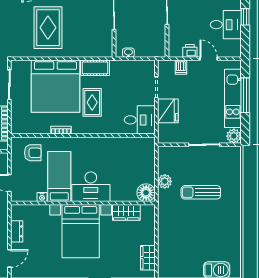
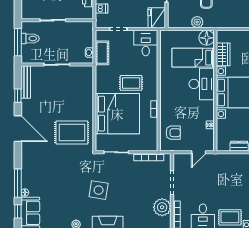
rug: (48, 28) -> (72, 133), moved
cot: (95, 68) -> (102, 53), moved
fridge: (168, 111) -> (157, 18), moved, turned -90
armchair: (33, 153) -> (173, 133), turned 90
bed: (59, 177) -> (193, 58), moved

